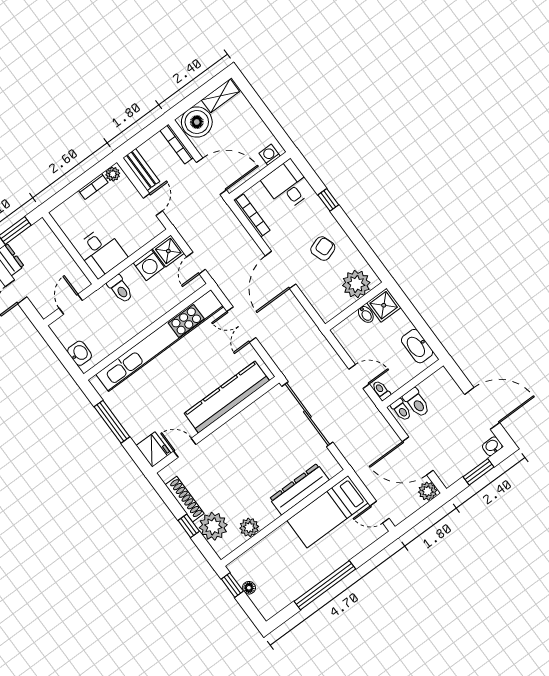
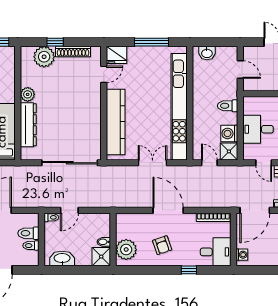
desk: (101, 252) -> (258, 129), moved
toilet: (401, 410) -> (31, 246), moved
plant: (249, 527) -> (28, 94), moved

